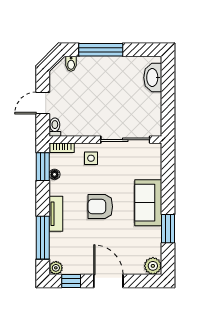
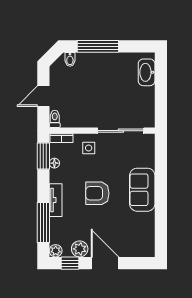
window: (168, 229) -> (161, 214), removed
plant: (153, 266) -> (80, 249), moved

